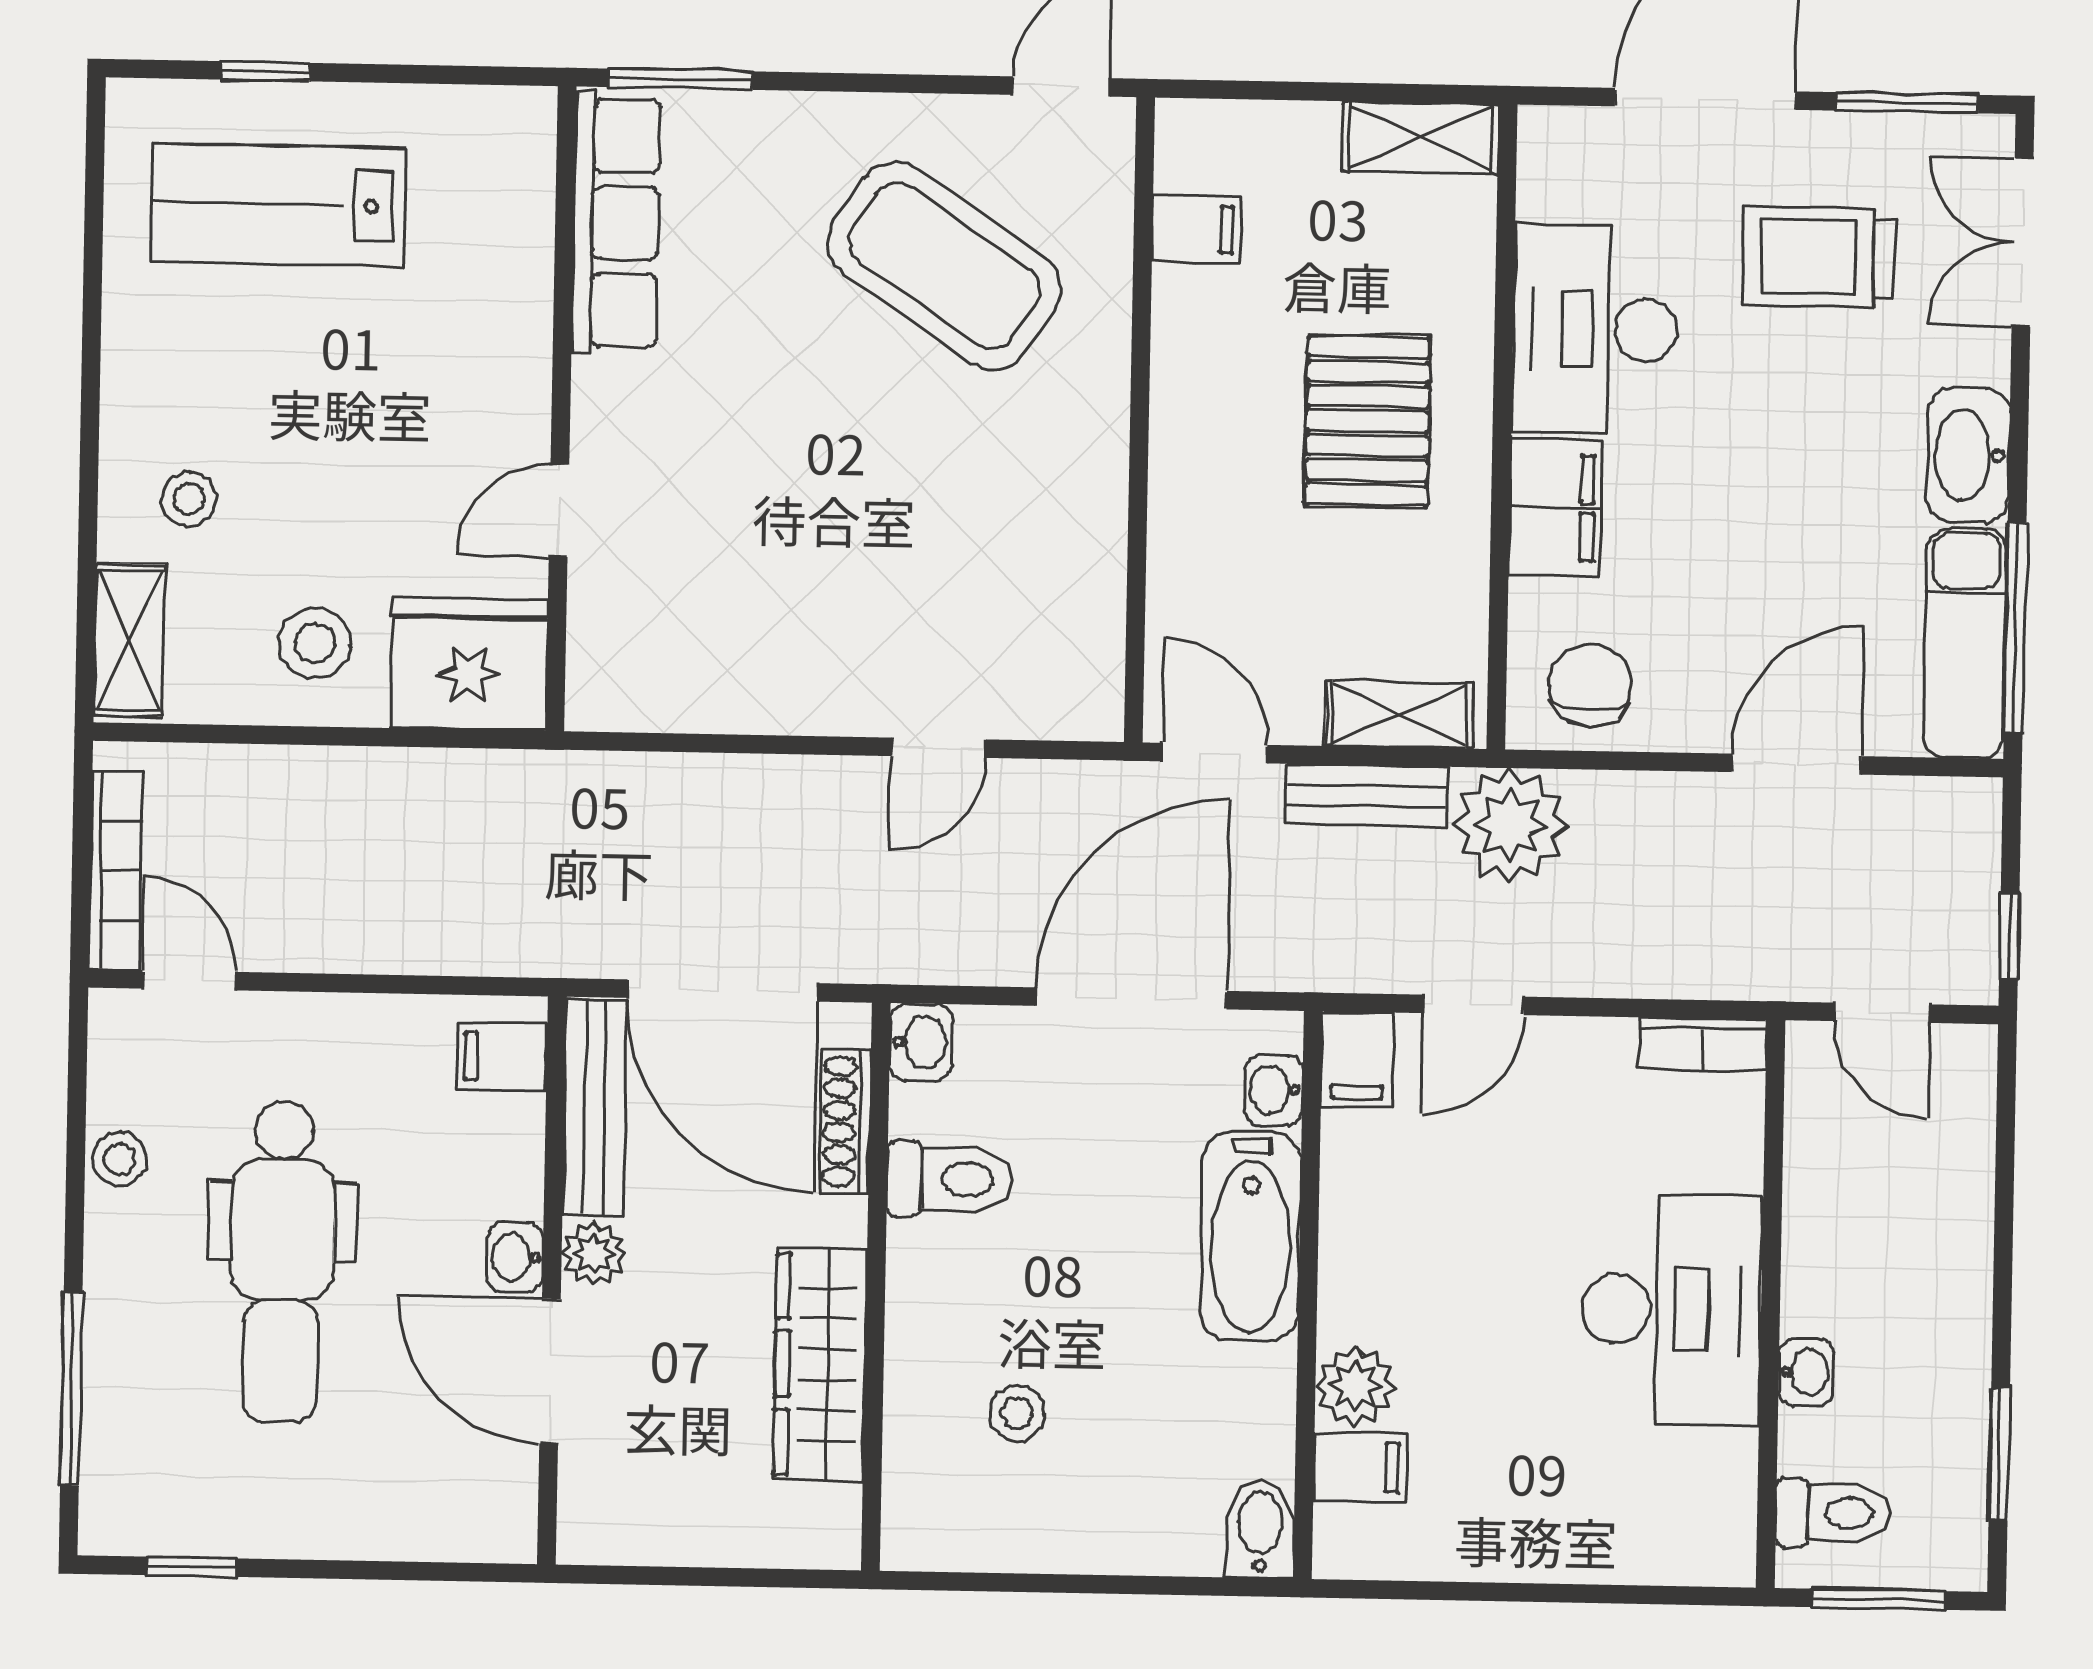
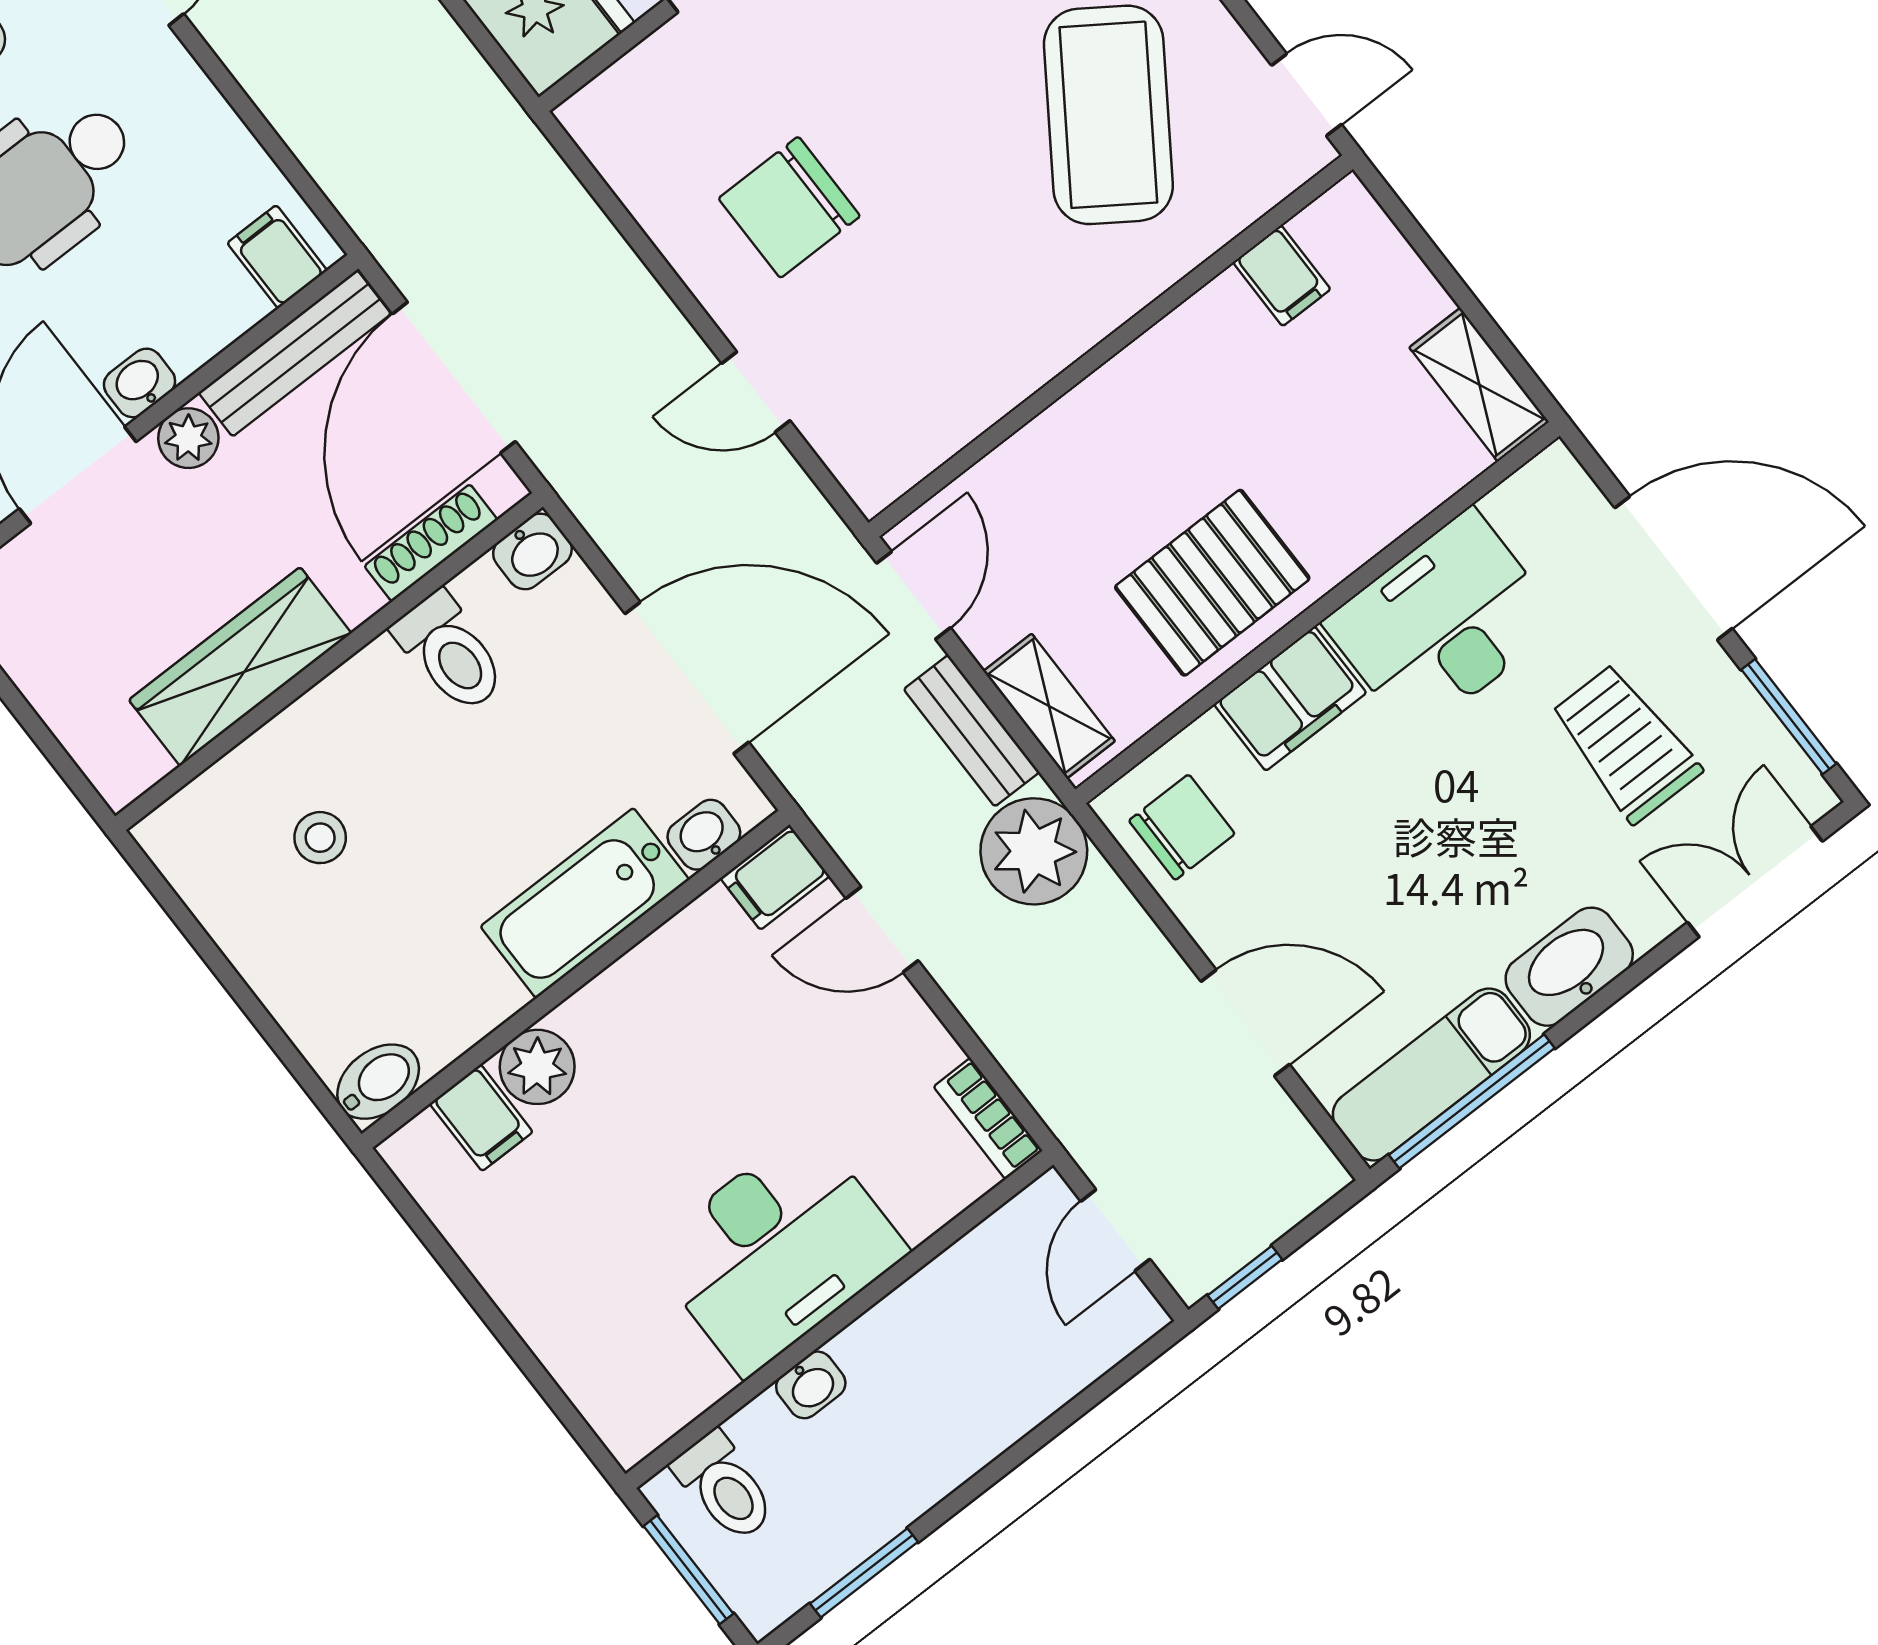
pallet: (1367, 421) -> (1212, 583), moved
chair: (806, 595) -> (789, 207), added

